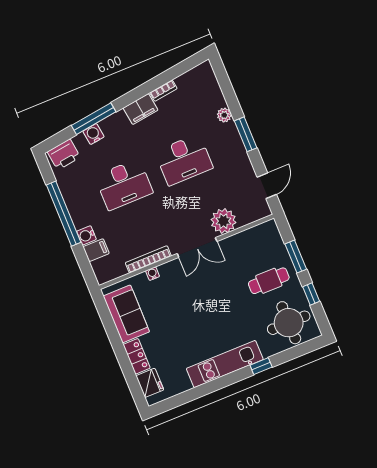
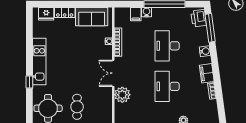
window: (94, 119) -> (210, 28), moved
water cooler: (93, 134) -> (205, 51), moved

